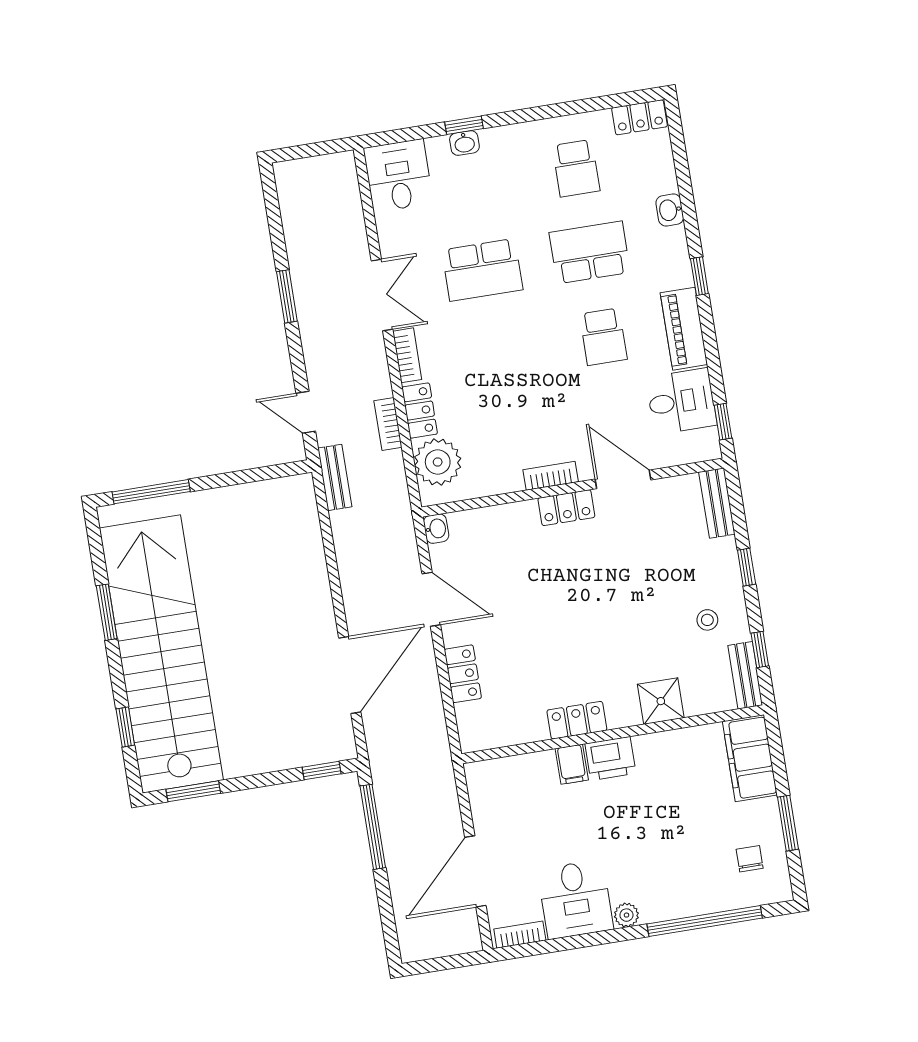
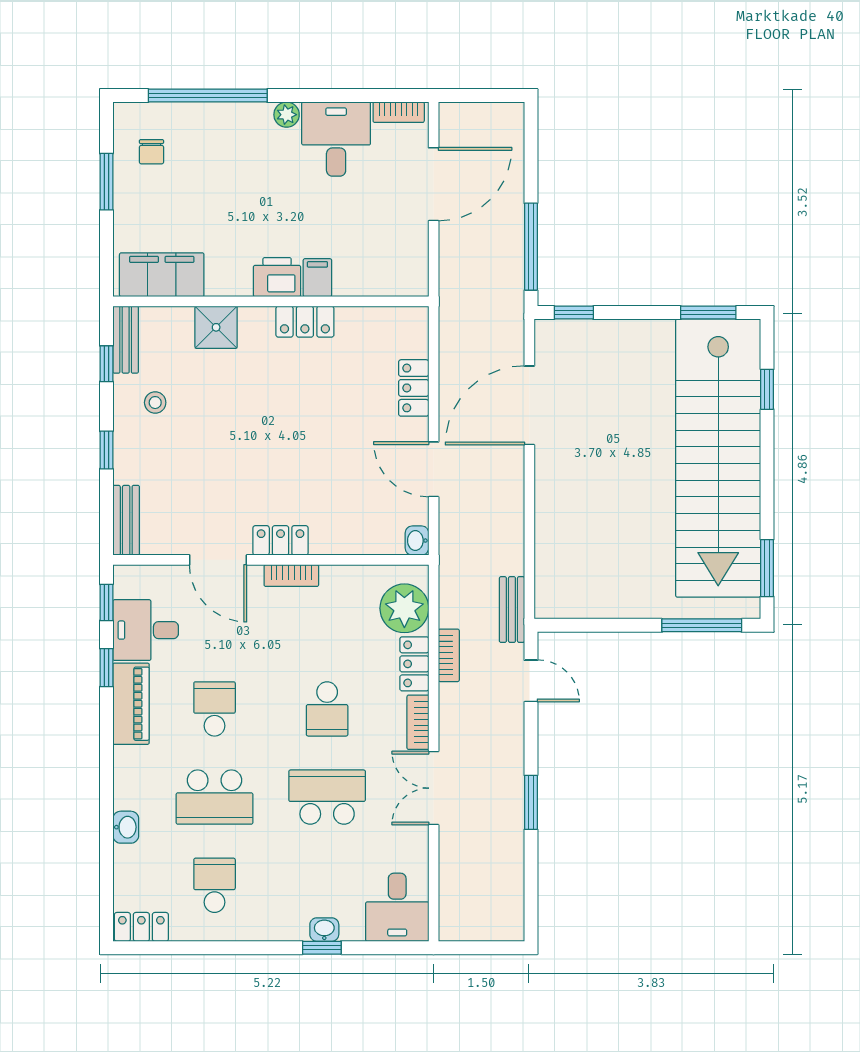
window: (699, 276) -> (106, 668), moved
school desk: (496, 354) -> (327, 709), added
window: (107, 612) -> (767, 568), moved
filing cabinet: (750, 758) -> (162, 275), moved, turned -90

